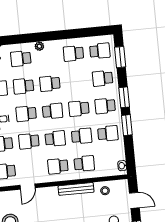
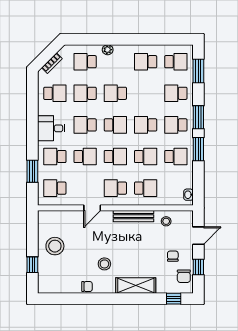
school desk: (29, 141) -> (85, 157), turned 180
door: (28, 187) -> (92, 208), moved
door: (134, 200) -> (198, 236), hinge flipped

